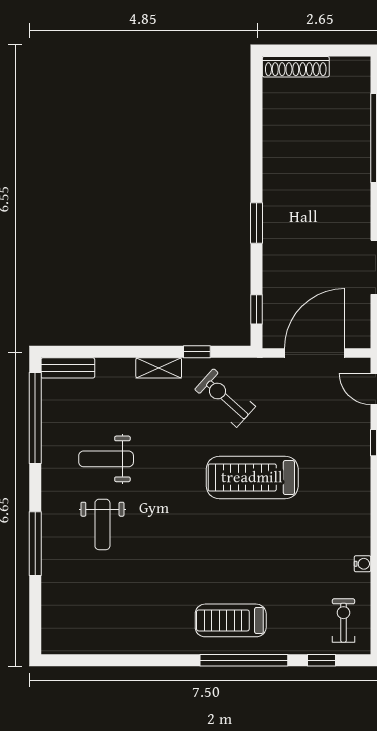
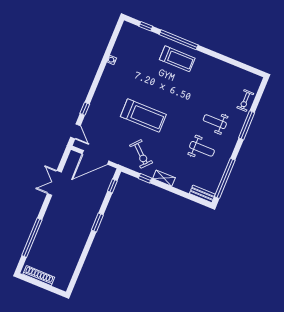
shoe rack: (296, 67) -> (39, 276), moved
weight bench: (102, 524) -> (215, 122), turned -90
exercise bike: (343, 621) -> (245, 101), moved

